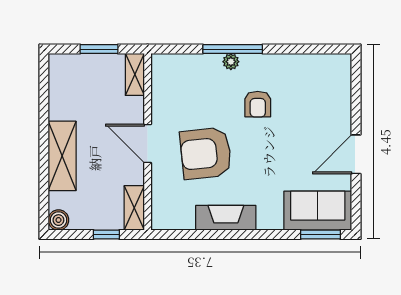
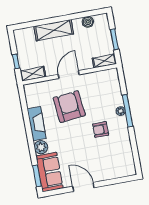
plant: (270, 218) -> (41, 147), added
boiler: (58, 220) -> (88, 22), moved

